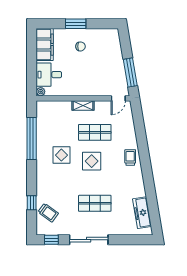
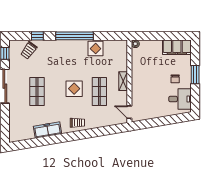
window: (130, 72) -> (152, 123), removed
desk: (49, 75) -> (180, 99), moved, turned 90
window: (32, 139) -> (75, 36), moved
display table: (61, 155) -> (96, 49), moved
freezer: (142, 213) -> (48, 130), moved

